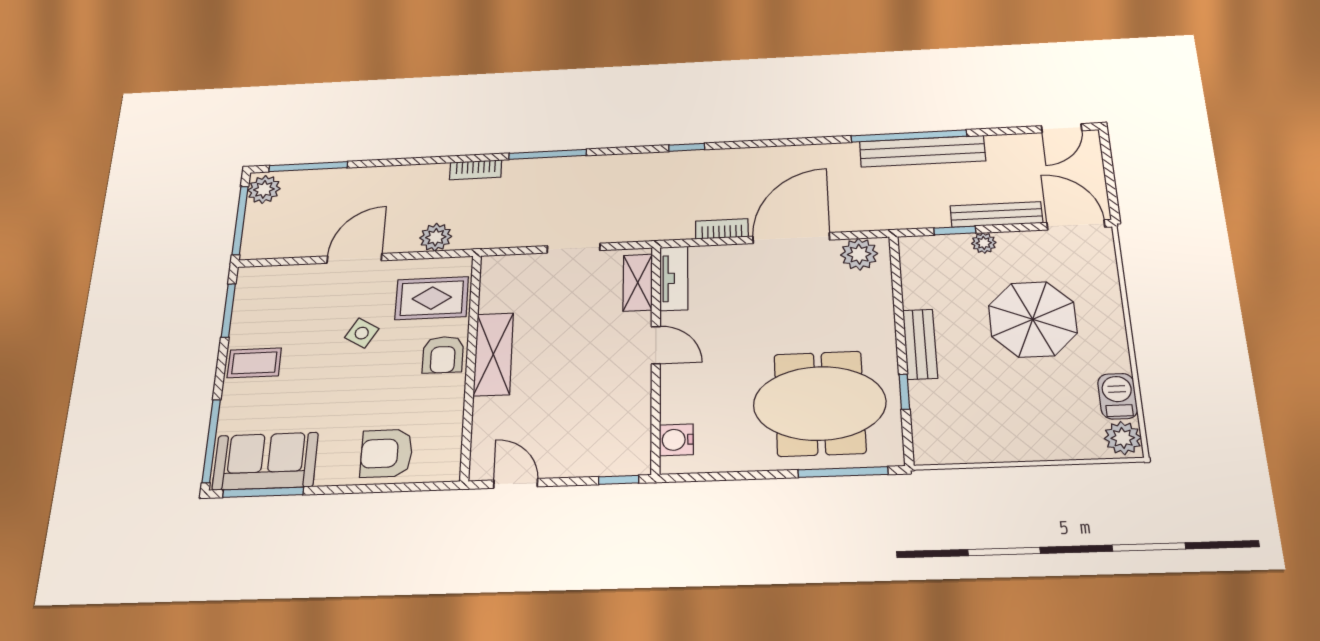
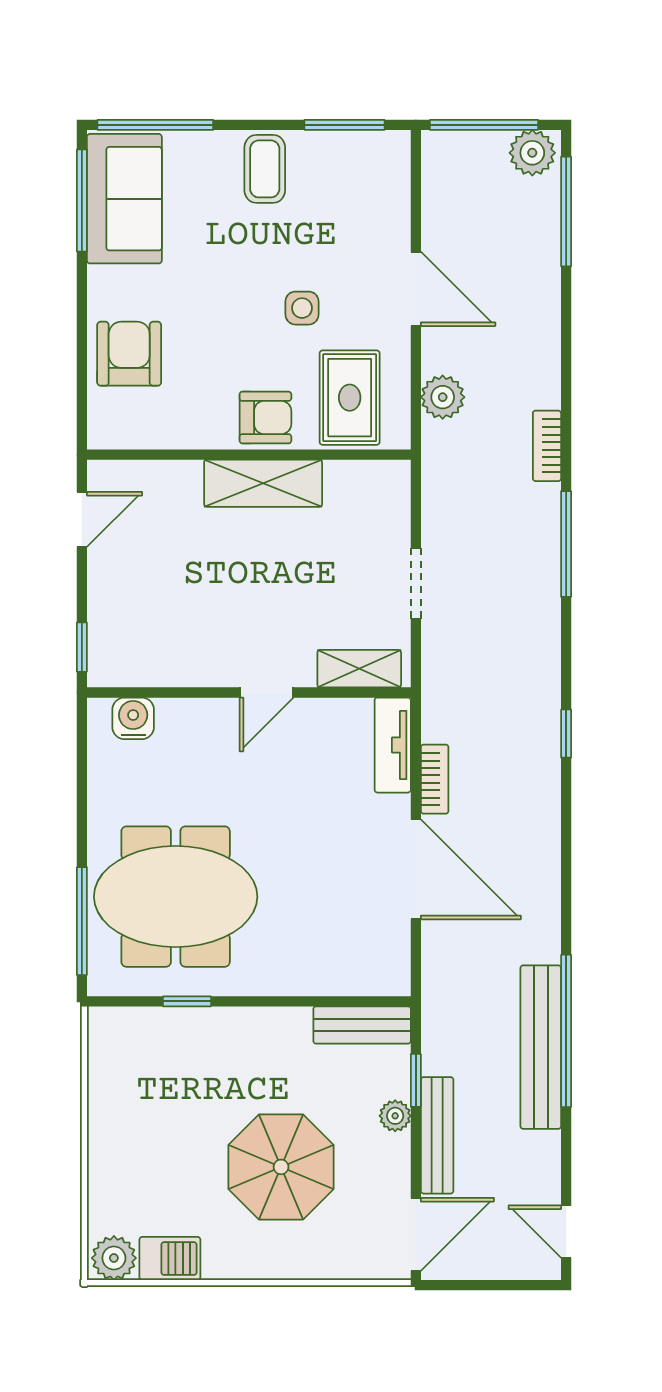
plant: (859, 254) -> (387, 956), removed
tv unit: (674, 278) -> (393, 745), moved, turned 90
side table: (362, 333) -> (302, 308), turned -31
bench: (920, 344) -> (362, 1025), moved
armchair: (443, 355) -> (265, 418), turned 180
meeting table: (820, 403) -> (176, 897), turned 90

